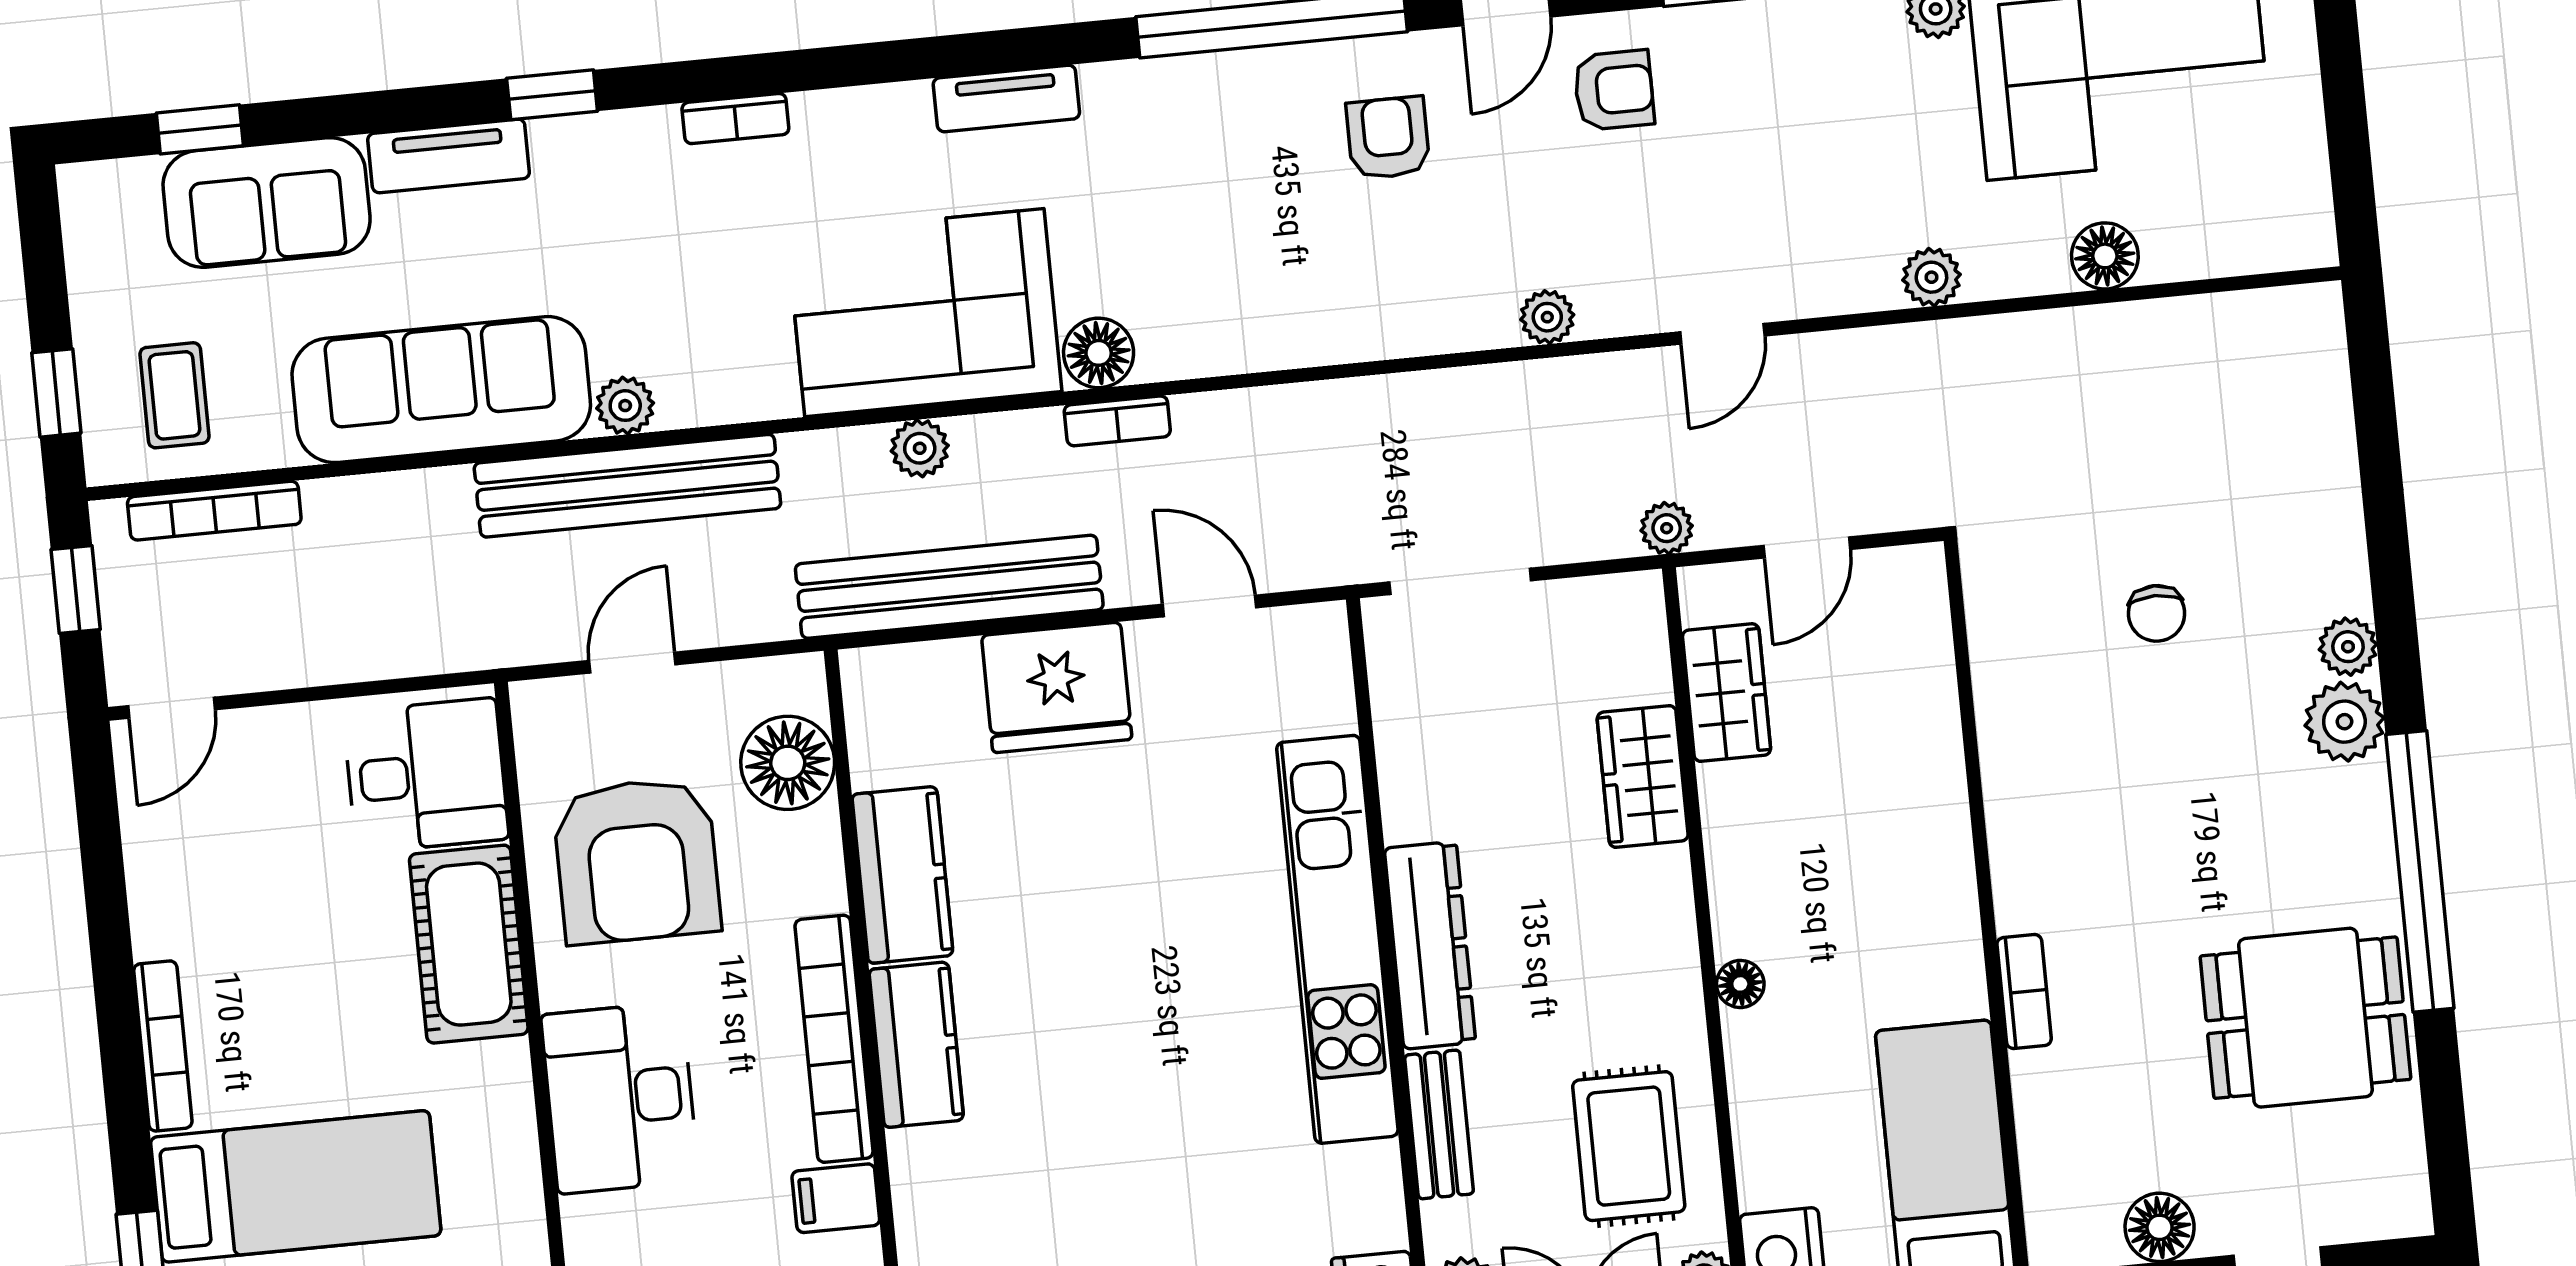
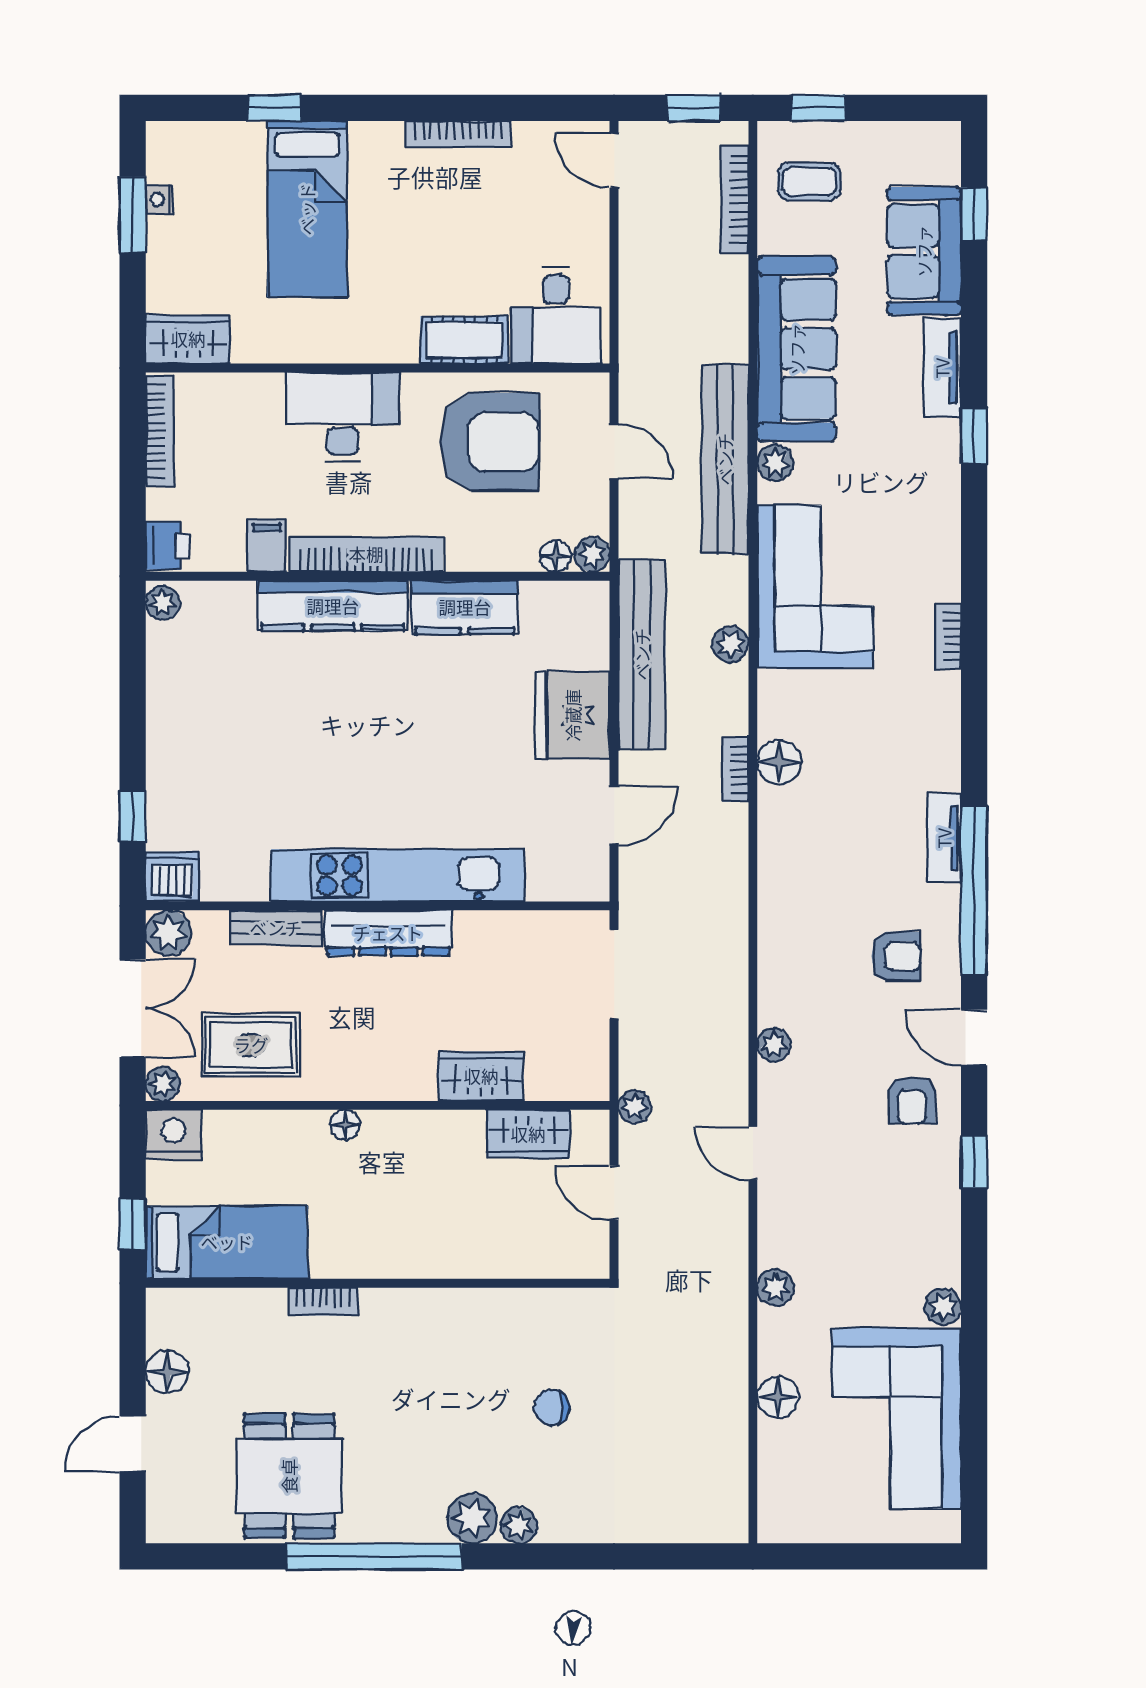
tv unit: (1006, 98) -> (944, 838), moved
bookcase: (735, 119) -> (948, 636), moved
corner sofa: (924, 313) -> (815, 586), moved
plant: (799, 681) -> (592, 554), added
floor lamp: (788, 763) -> (556, 556), width x0.53, depth x0.53
armchair: (637, 861) -> (490, 442), turned 180
cot: (469, 944) -> (464, 340), width x0.73, depth x0.75
kitchen counter: (916, 1045) -> (333, 606), width x1.50
bookcase: (163, 1046) -> (458, 134), moved

